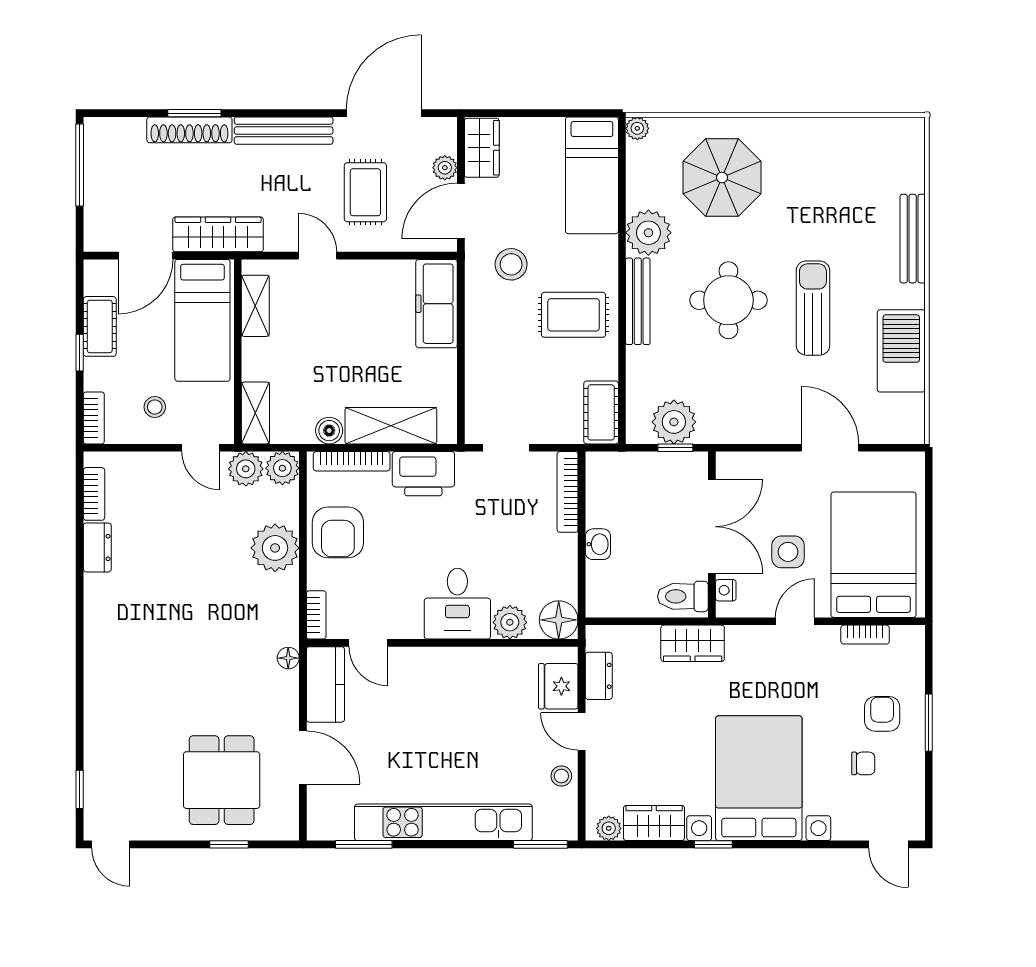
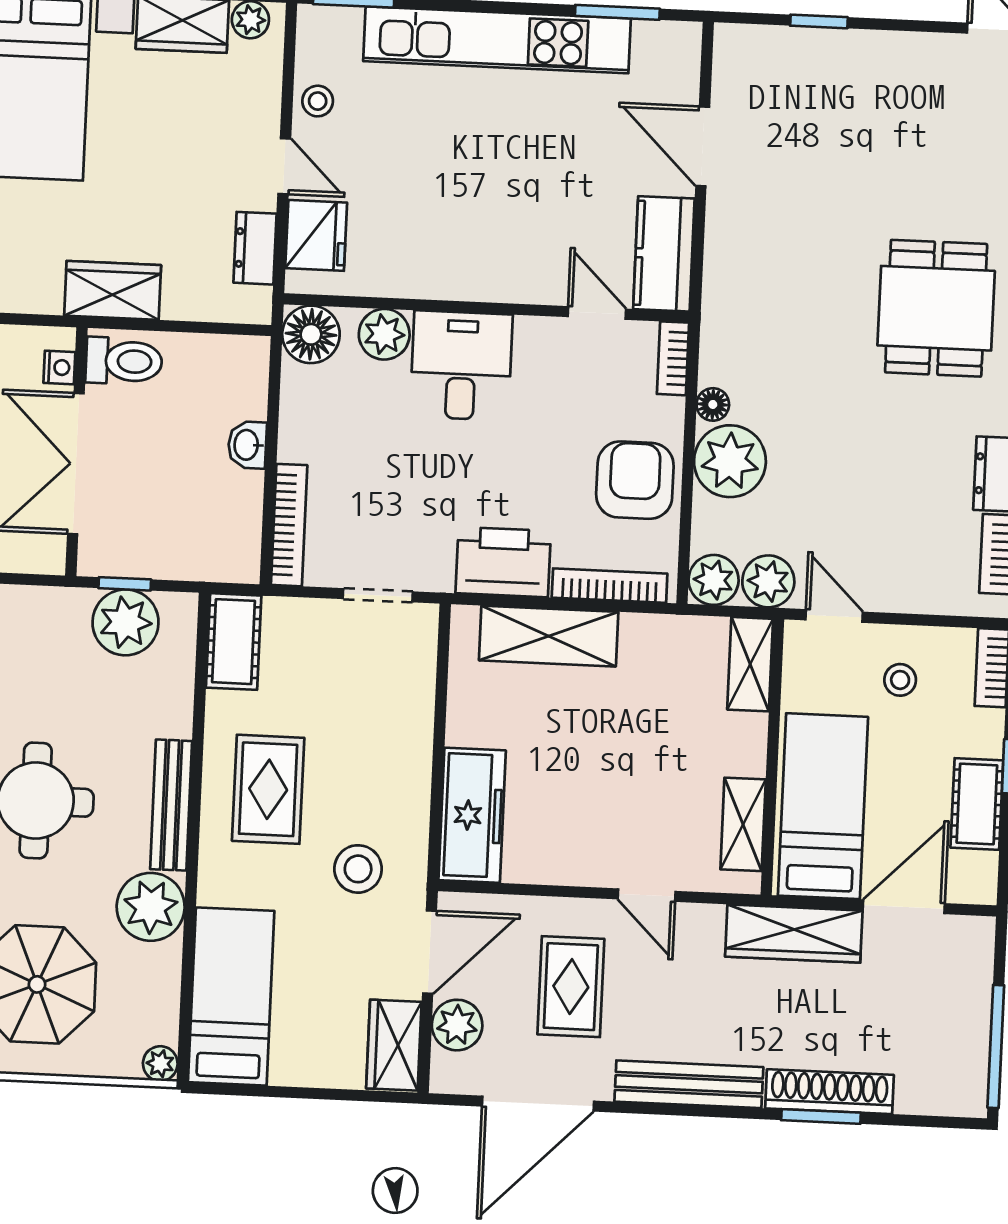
plant: (445, 168) -> (457, 1025), width x1.38, depth x1.38
rug: (574, 315) -> (268, 789), turned 90
boiler: (329, 431) -> (641, 633), removed
floor lamp: (288, 658) -> (713, 404), moved
dining table: (222, 780) -> (936, 308), moved

